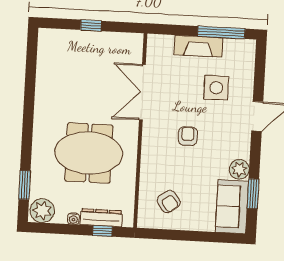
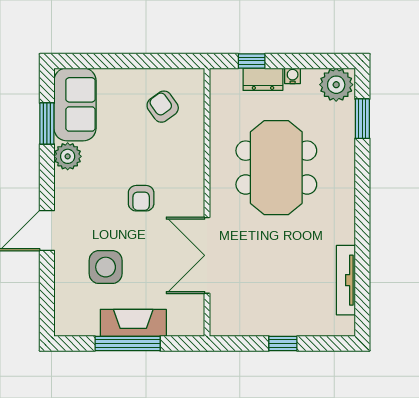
window: (221, 32) -> (128, 344), moved
tv unit: (43, 69) -> (346, 280), added
double door: (142, 92) -> (207, 255), swing flipped
meeting table: (89, 153) -> (276, 168), turned 90
dresser: (101, 218) -> (263, 79), width x0.70

